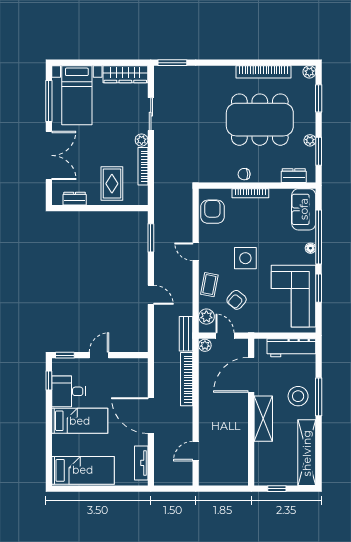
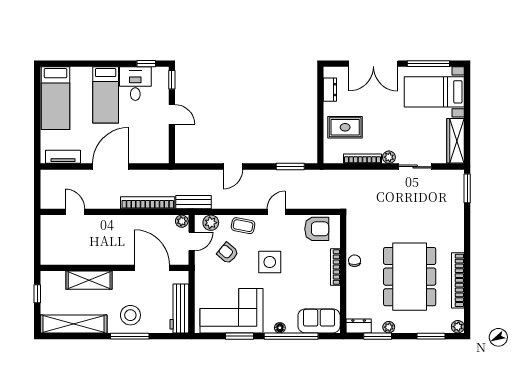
dresser: (294, 176) -> (359, 326), moved, turned -90
shelving: (263, 419) -> (89, 280), moved

